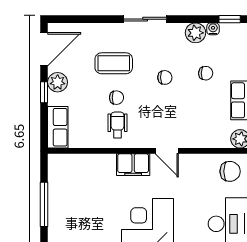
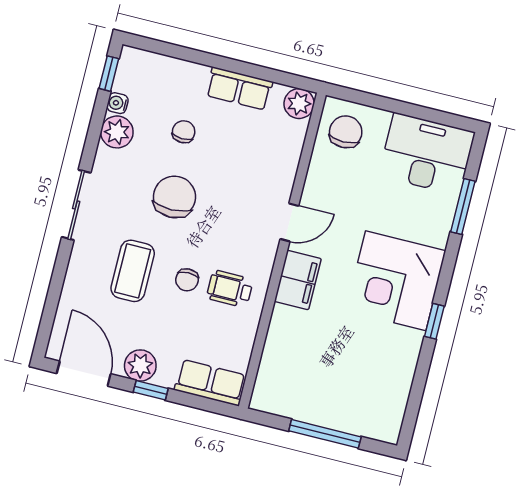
chair: (165, 77) -> (174, 197), width x1.87, depth x1.87
chair: (116, 98) -> (187, 280), turned 180

